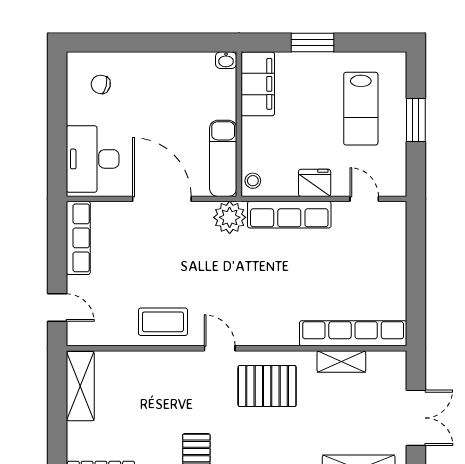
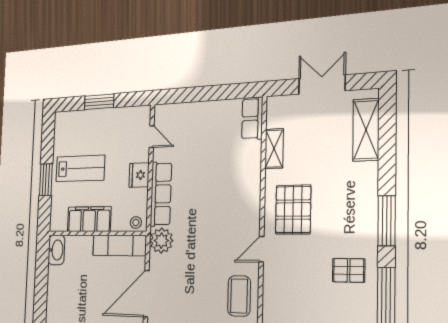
washbasin: (226, 60) -> (56, 250), width x1.91, depth x1.45
filing cabinet: (258, 84) -> (89, 219), moved
lab bench: (361, 109) -> (80, 168), moved
door: (364, 199) -> (152, 137), swing flipped
row of seats: (353, 333) -> (252, 118), width x0.50

